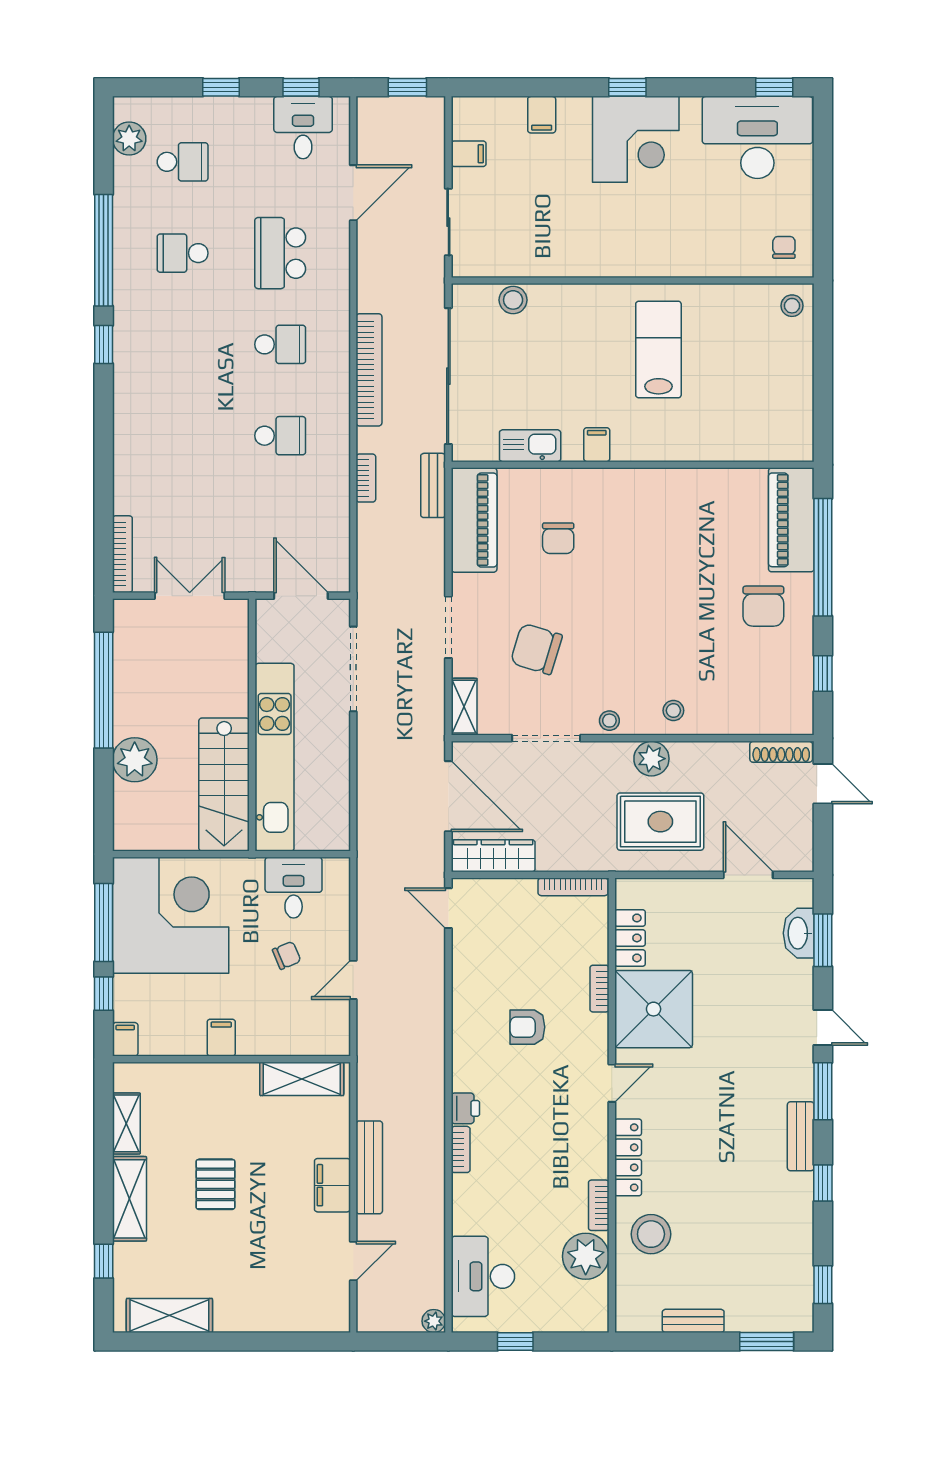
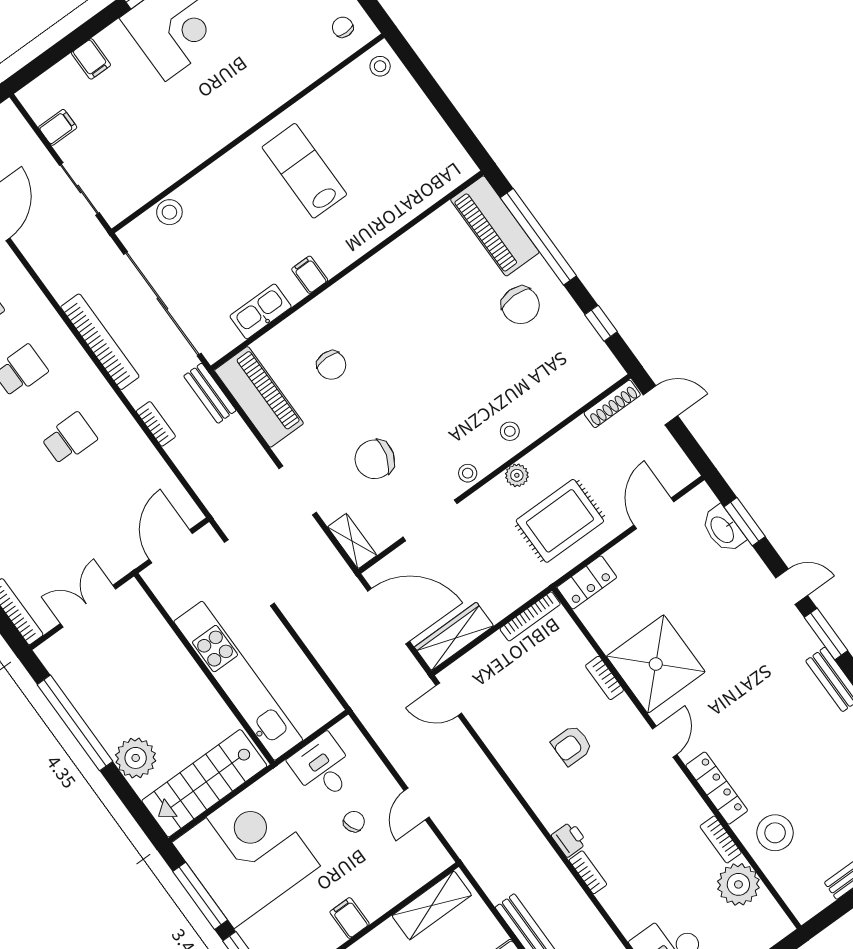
door: (301, 596) -> (171, 546), hinge flipped
plant: (651, 759) -> (517, 475), width x0.73, depth x0.73
stairs: (224, 785) -> (204, 783), moved, turned 90
door: (748, 875) -> (654, 513), hinge flipped
locker: (630, 938) -> (587, 582), moved, turned 90

